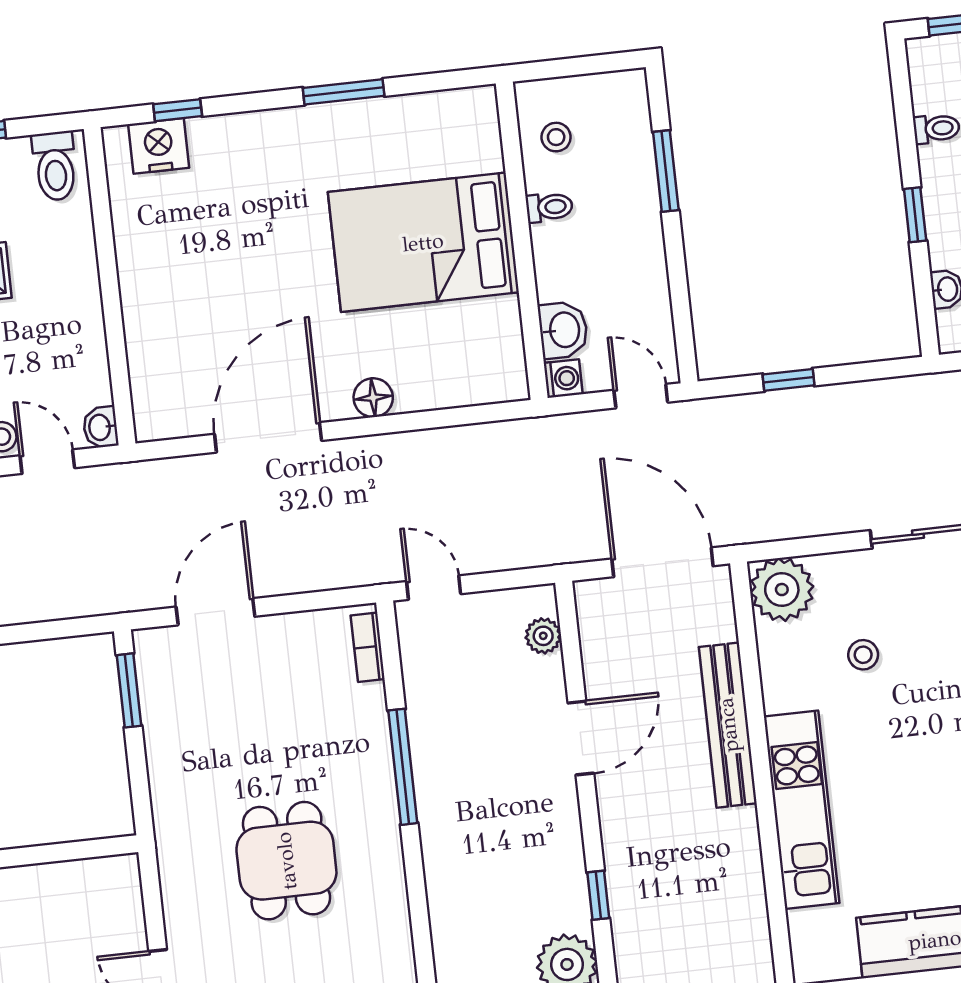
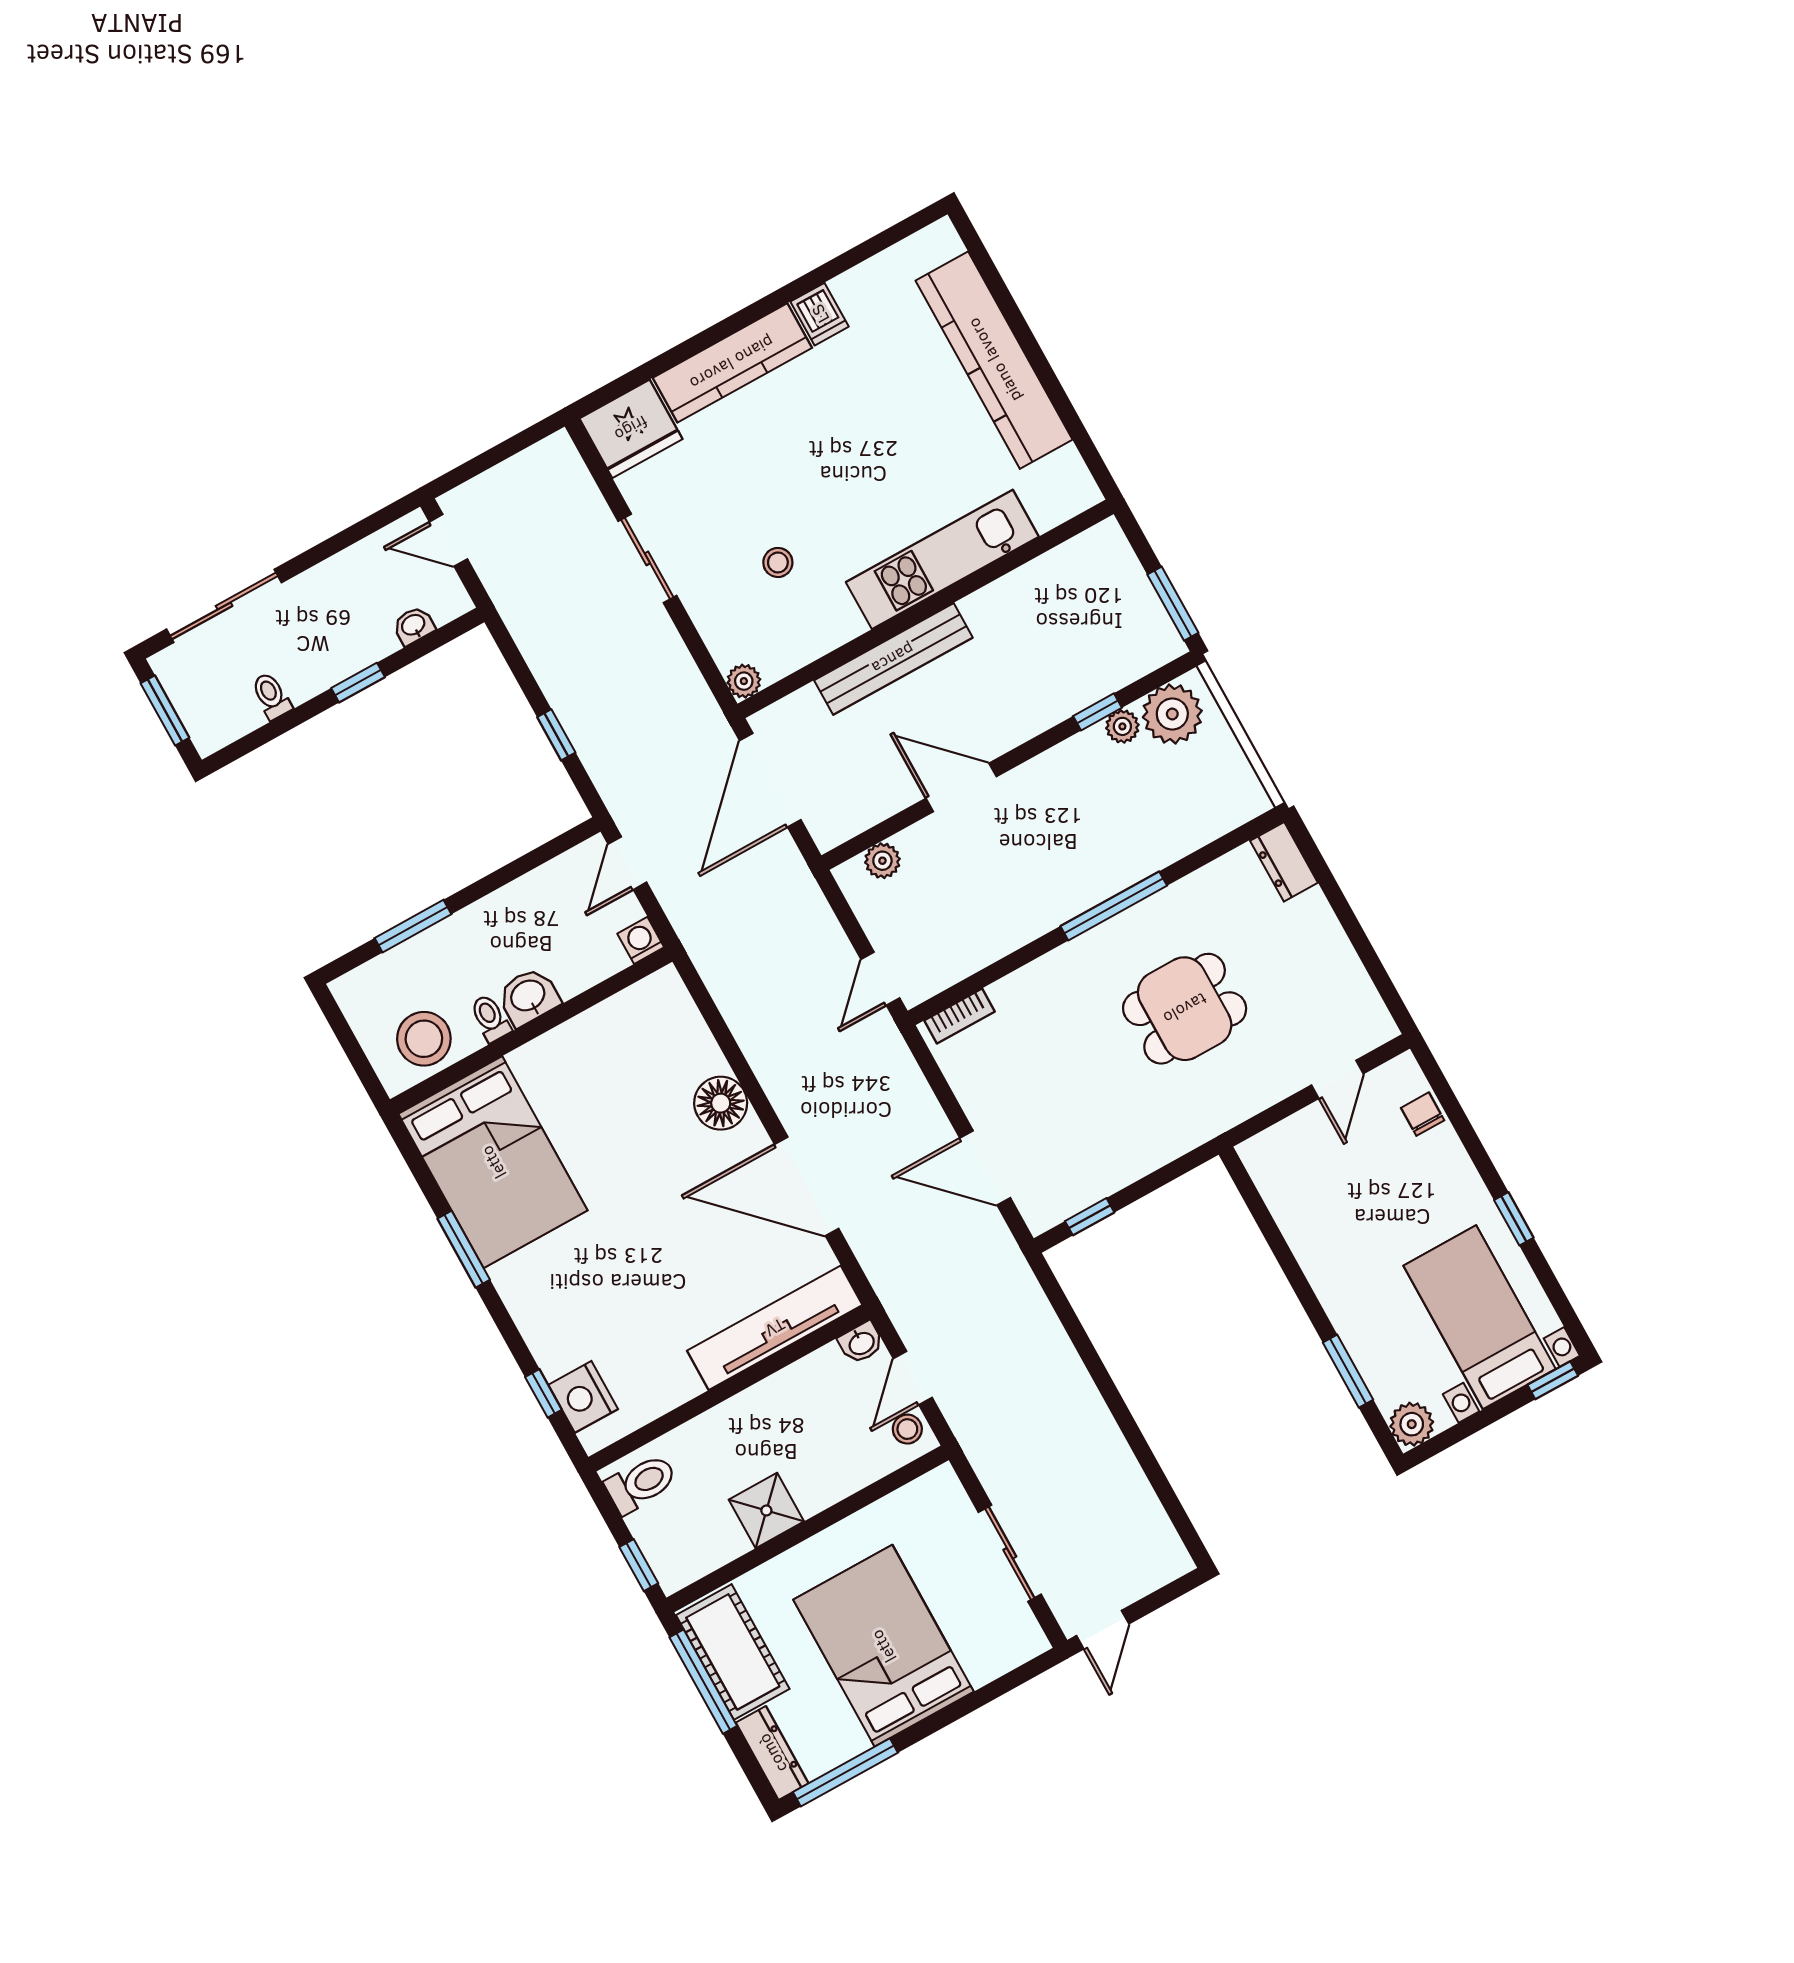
stool: (556, 137) -> (424, 1039), width x1.89, depth x1.89
bed: (423, 242) -> (493, 1162), moved
washbasin: (563, 330) -> (528, 997), moved
tv unit: (148, 352) -> (775, 1328), added
floor lamp: (373, 398) -> (721, 1103), width x1.38, depth x1.38
plant: (782, 590) -> (744, 681), width x0.53, depth x0.53
window: (129, 690) -> (1090, 1217), width x0.67
window: (403, 767) -> (1114, 906), moved
plant: (575, 913) -> (1122, 726), added

